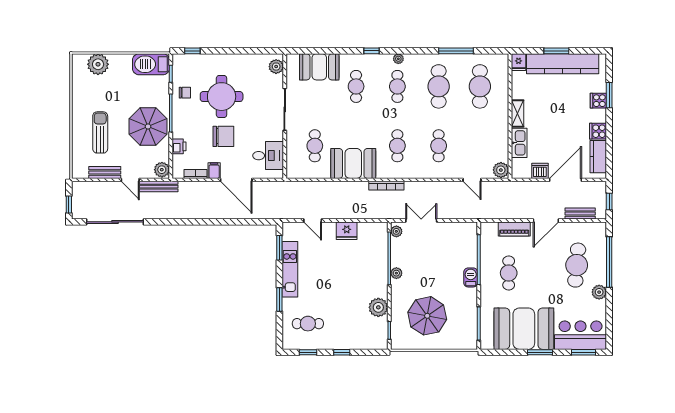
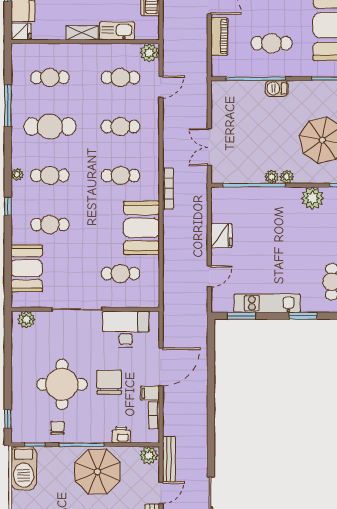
cafe table: (480, 86) -> (50, 77), width x0.73, depth x0.74
cafe table: (480, 146) -> (120, 77), added
desk: (268, 156) -> (126, 329), width x1.37
plant: (396, 231) -> (287, 177), moved

